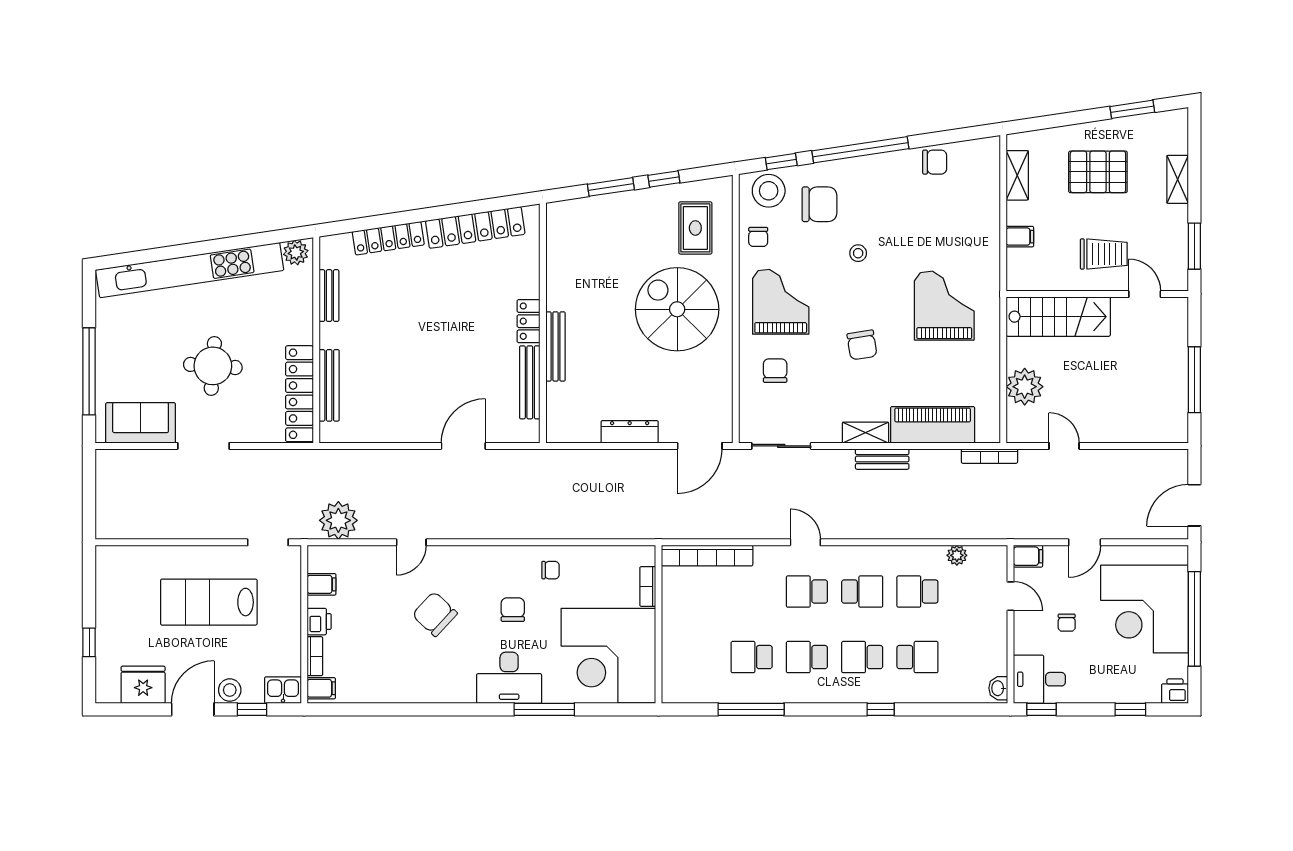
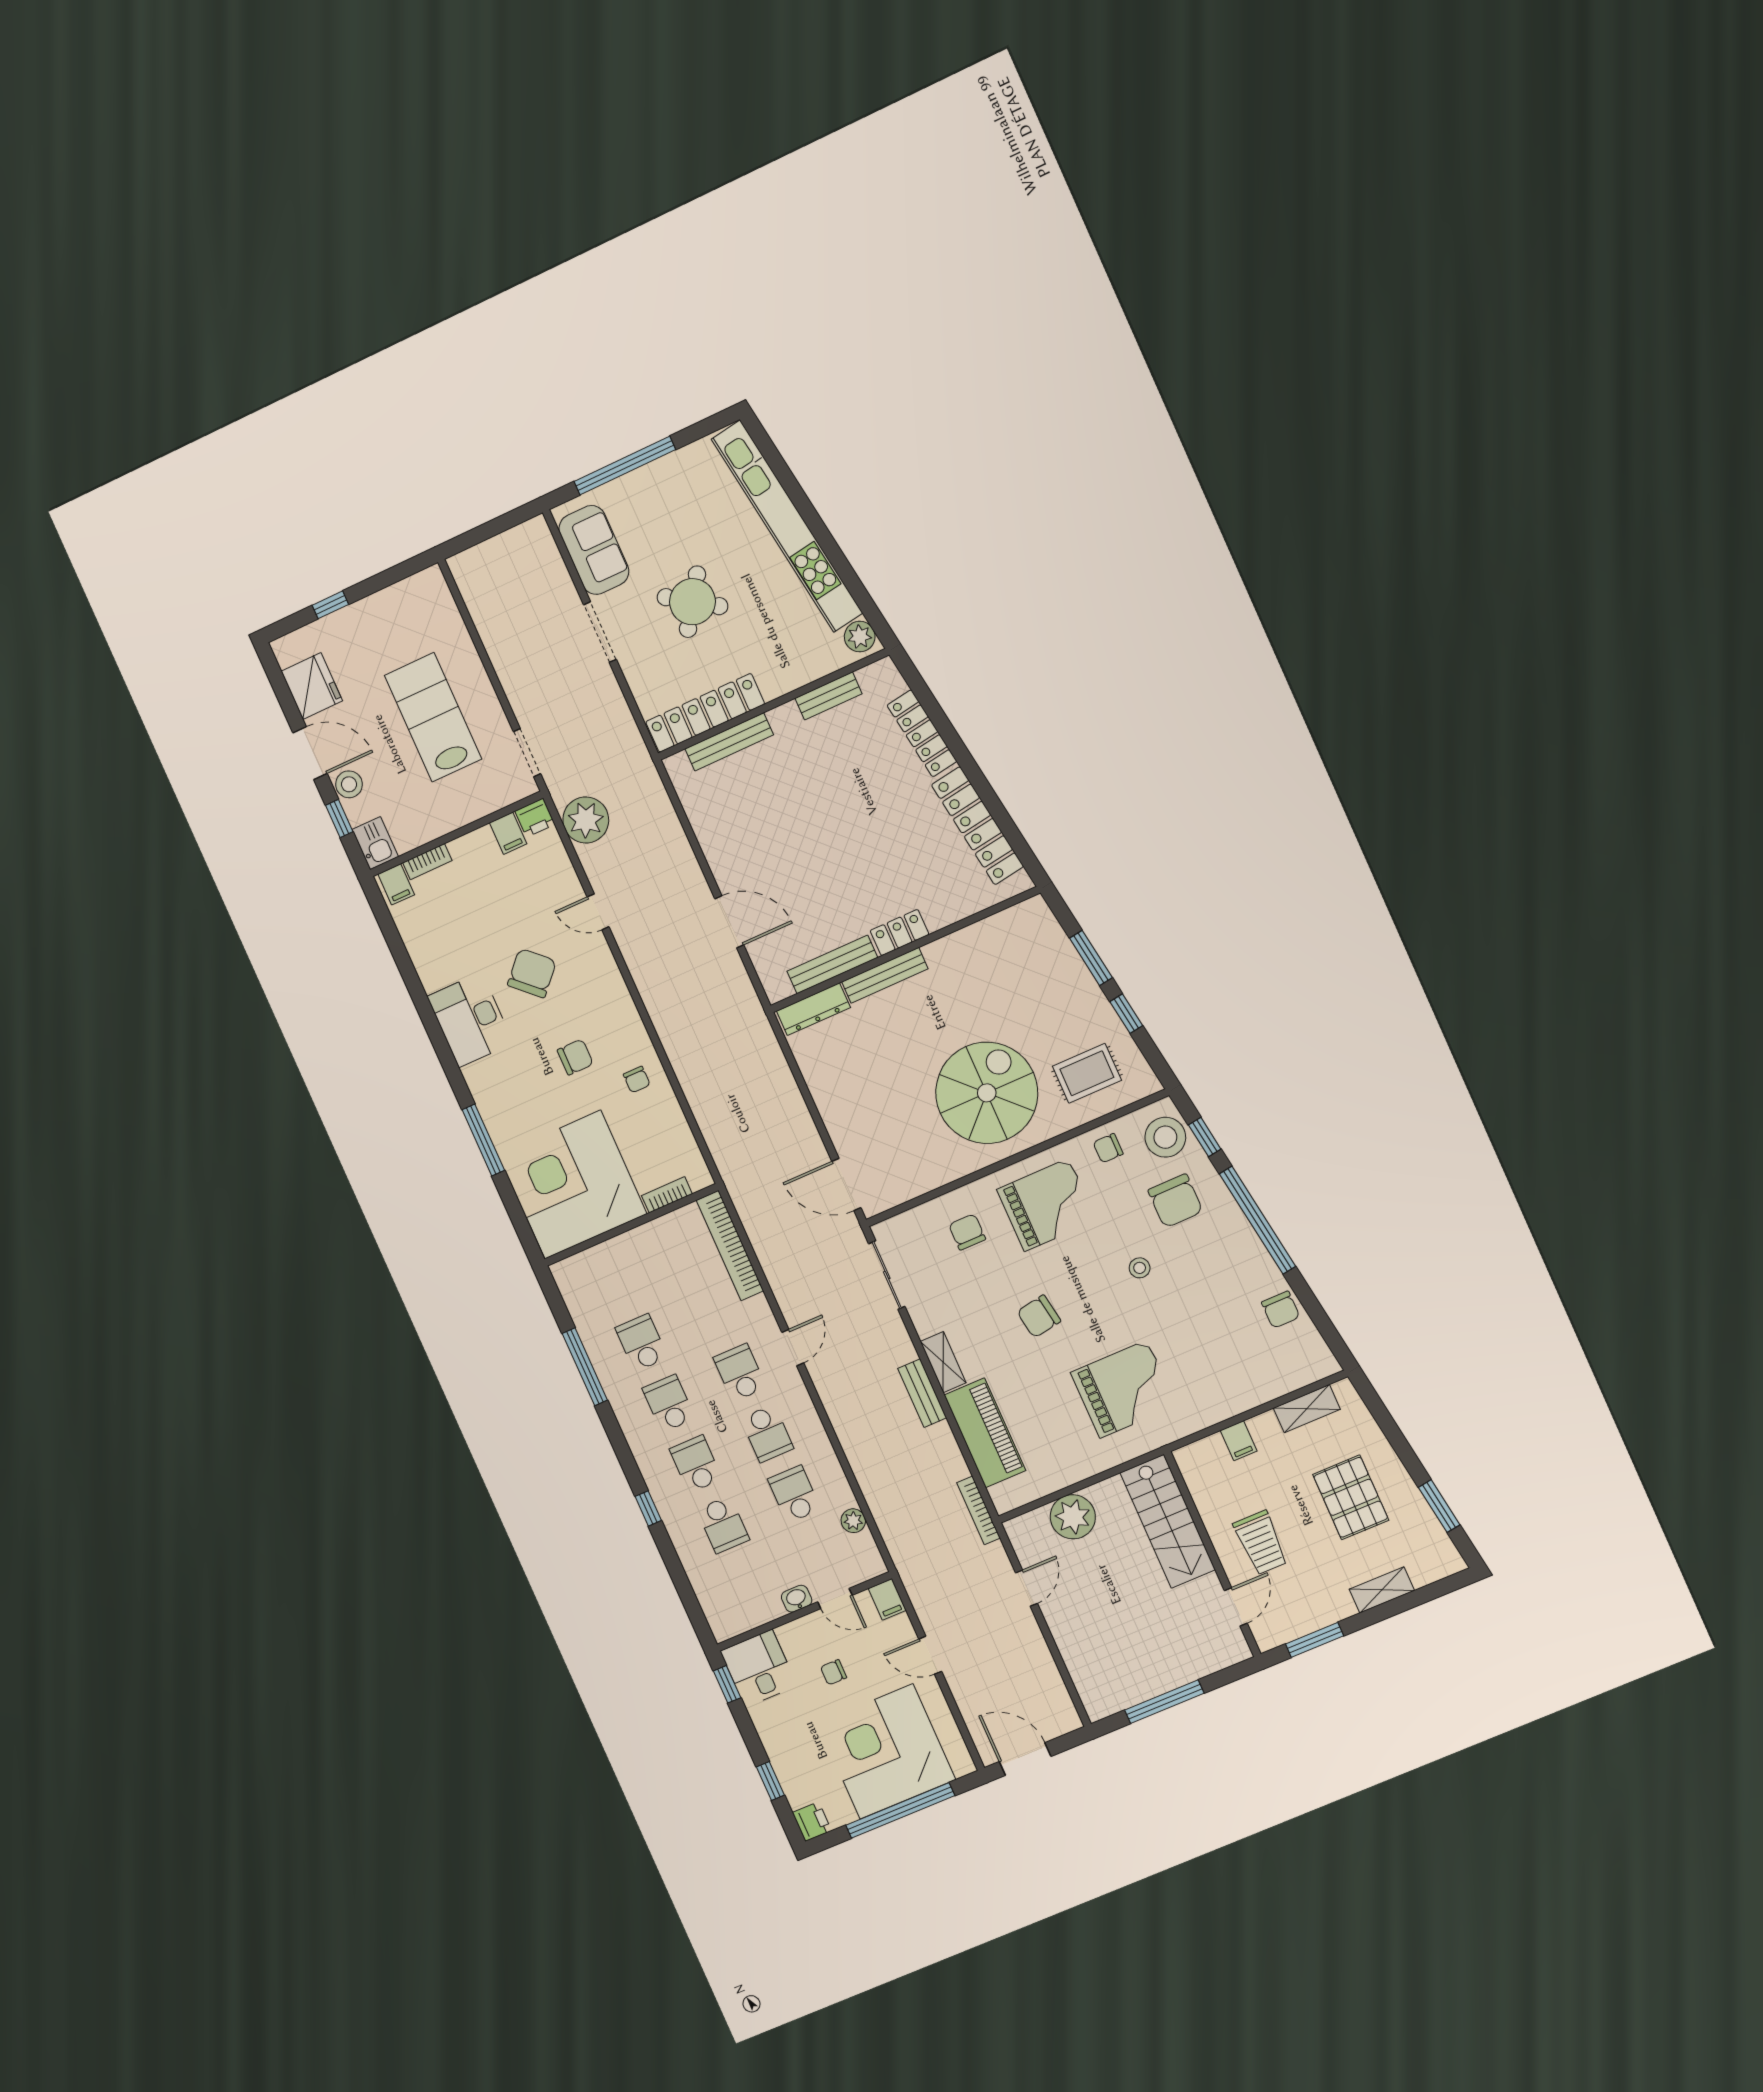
round table: (213, 366) -> (692, 602), turned 30
chair: (775, 371) -> (967, 1232), turned -90
dresser: (630, 432) -> (813, 1009), moved, turned 90
door: (1011, 596) -> (835, 1599), hinge flipped
printer: (319, 622) -> (535, 818), moved
desk: (509, 678) -> (470, 1020), moved
washbasin: (998, 688) -> (797, 1599), moved

